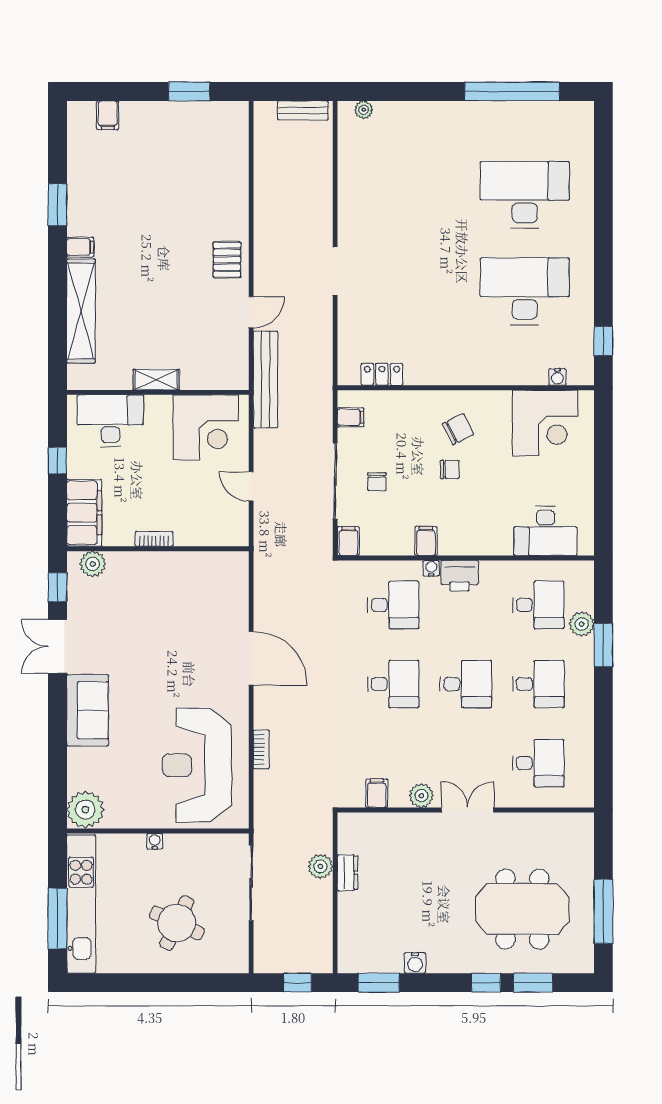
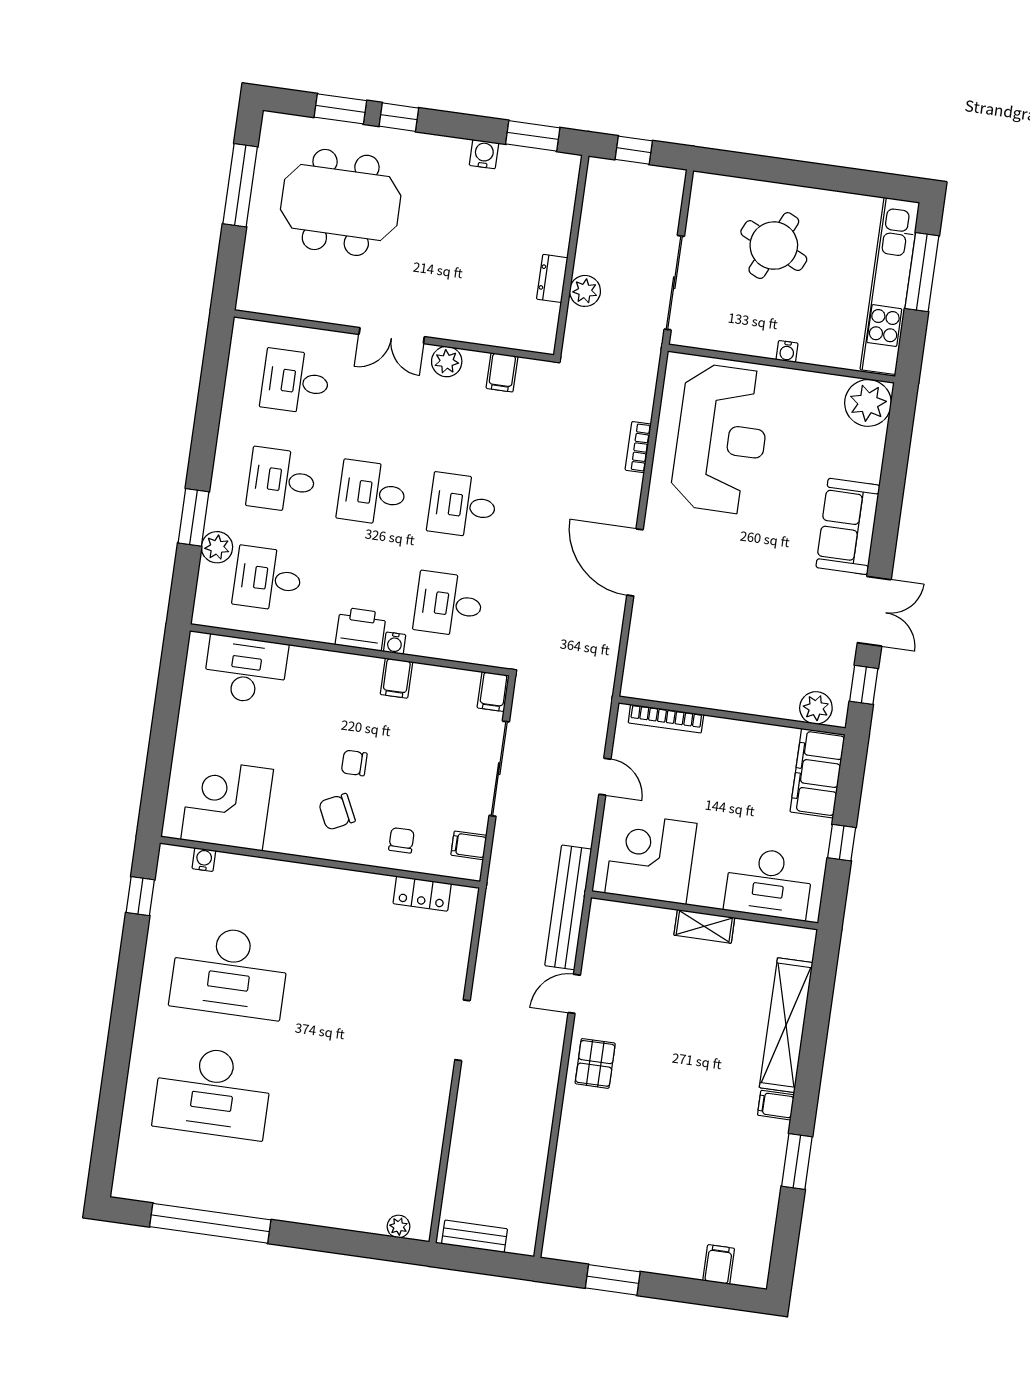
chair: (377, 482) -> (401, 840), moved
bookcase: (154, 539) -> (666, 719), moved, width x1.56

